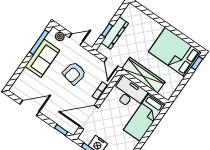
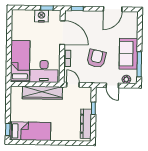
dresser: (115, 33) -> (86, 124), moved
door: (76, 39) -> (112, 85), hinge flipped
bed: (175, 52) -> (30, 131), width x0.67
door: (89, 117) -> (62, 33), hinge flipped

